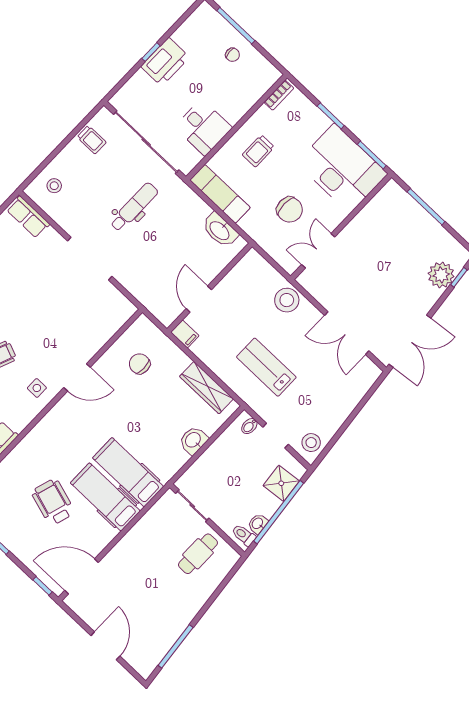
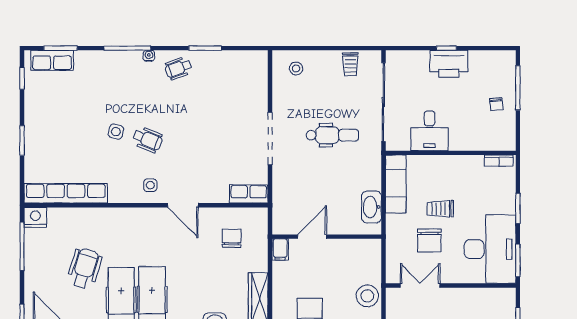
trolley: (258, 151) -> (440, 209), moved
row of seats: (28, 217) -> (249, 194), moved, turned 90

